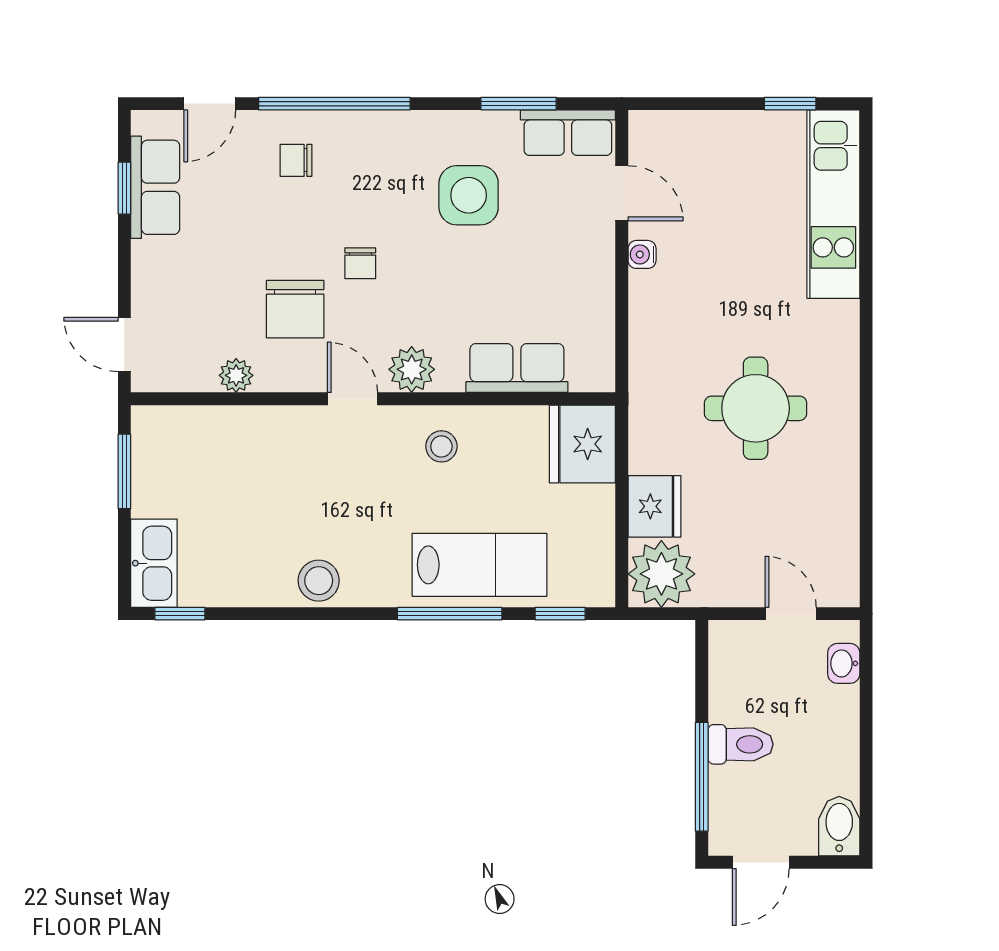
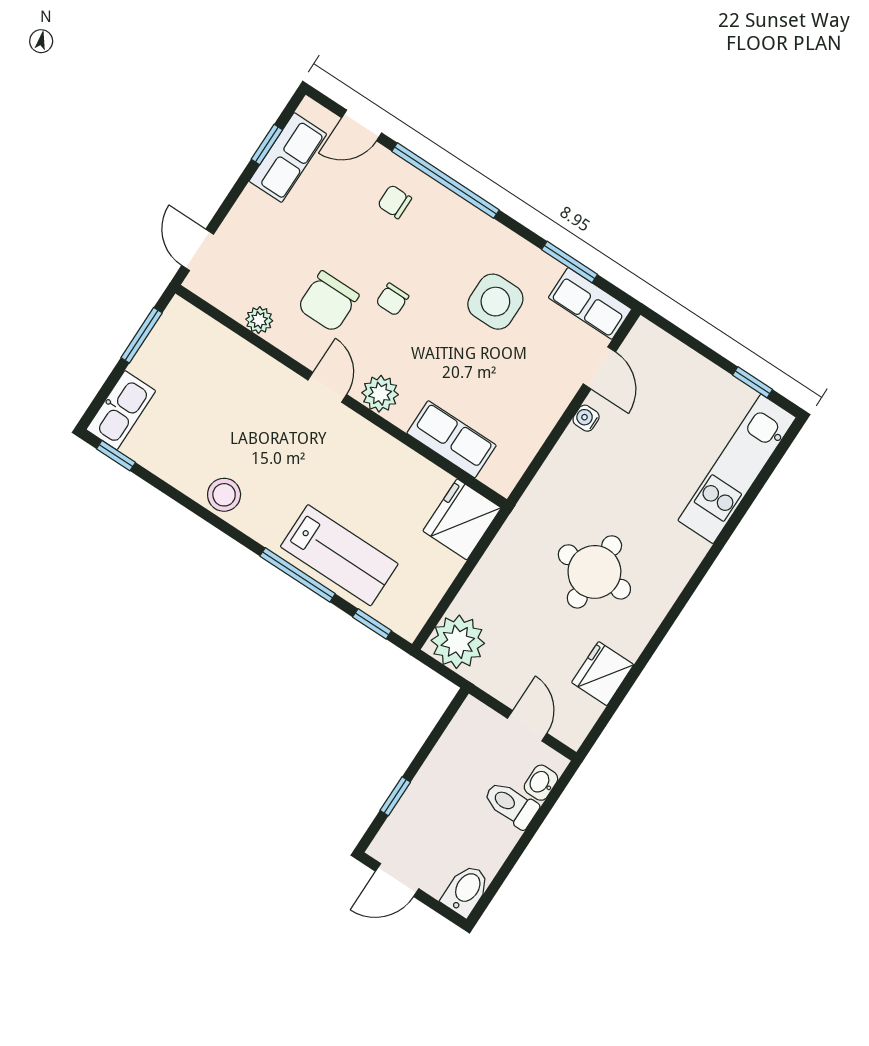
stool: (441, 446) -> (366, 459), removed
fridge: (654, 506) -> (603, 674), moved, turned 180
toilet: (741, 744) -> (511, 804), moved, turned 180
window: (702, 777) -> (395, 796), width x0.46

